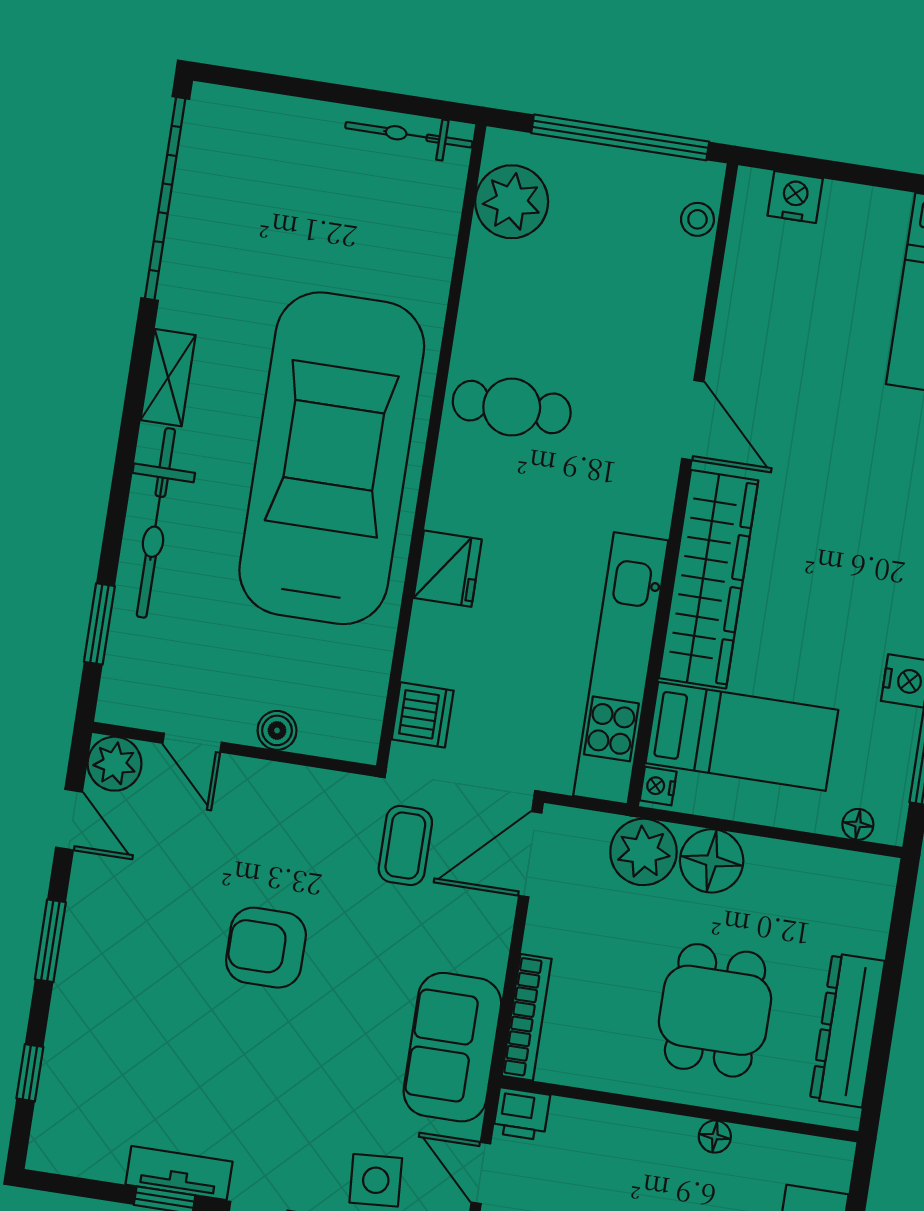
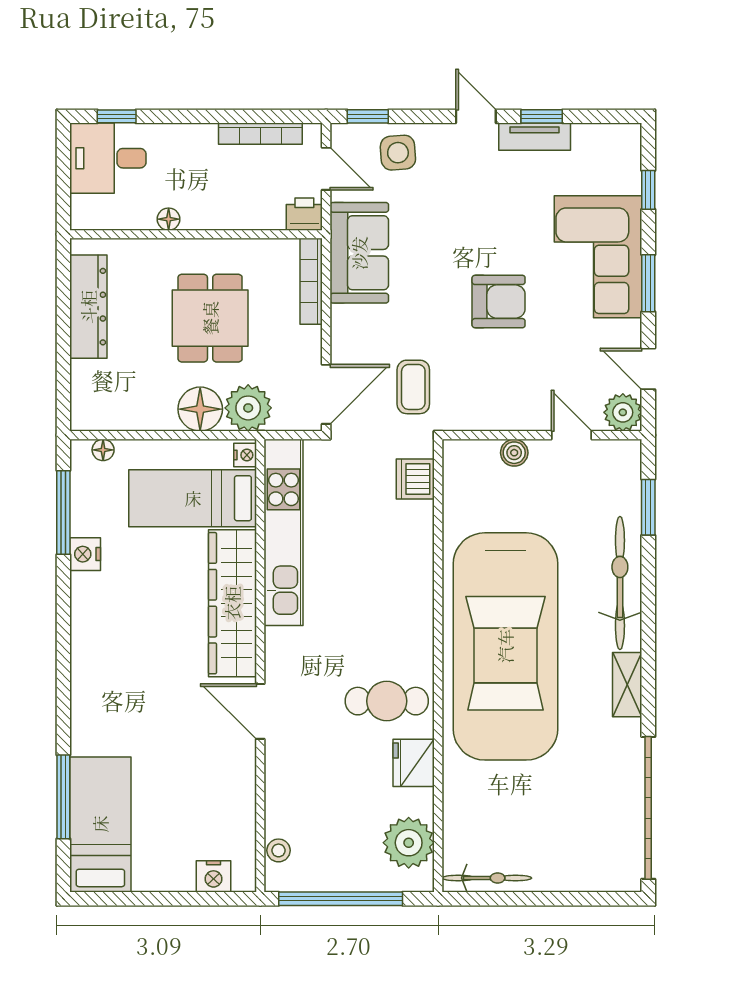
fridge: (448, 569) -> (414, 763), moved
corner sofa: (116, 989) -> (598, 257), added
dining table: (715, 1010) -> (210, 318), moved

